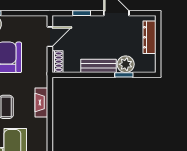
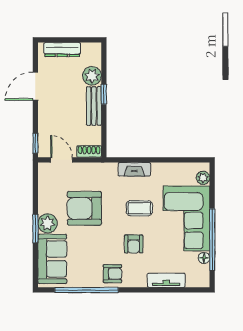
window: (82, 13) -> (35, 143), moved
window: (124, 75) -> (104, 94), moved

